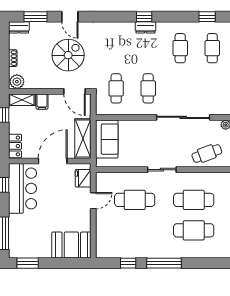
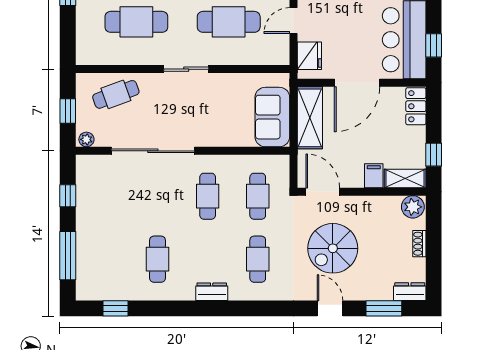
window: (144, 17) -> (214, 308), removed
cafe table: (212, 48) -> (258, 259), moved

